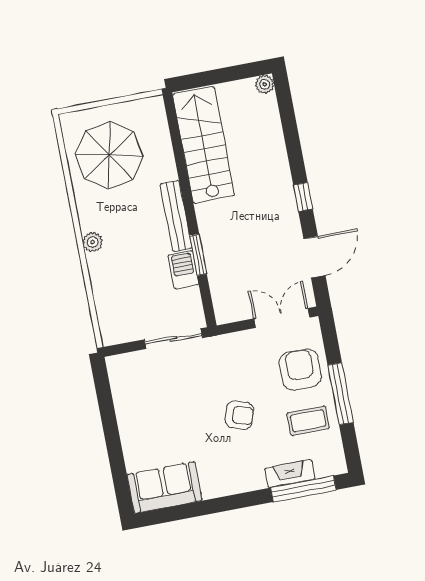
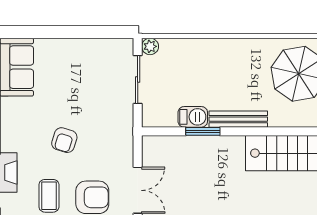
plant: (93, 242) -> (150, 46), moved
sliding door: (173, 339) -> (138, 80), moved

